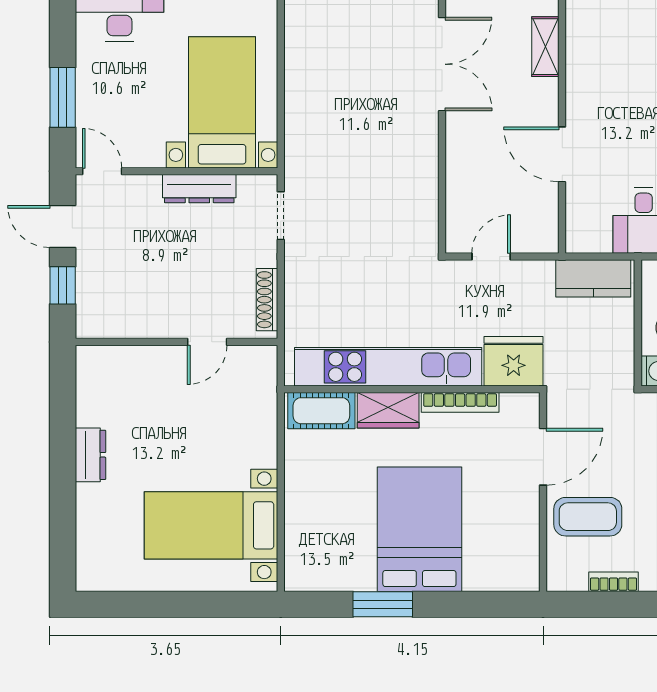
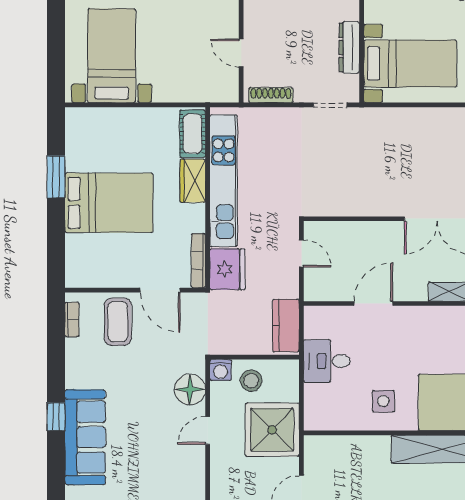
bookcase: (460, 402) -> (198, 261), moved
bookcase: (613, 582) -> (72, 319), moved

